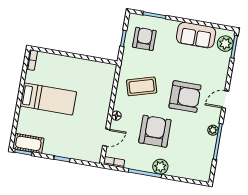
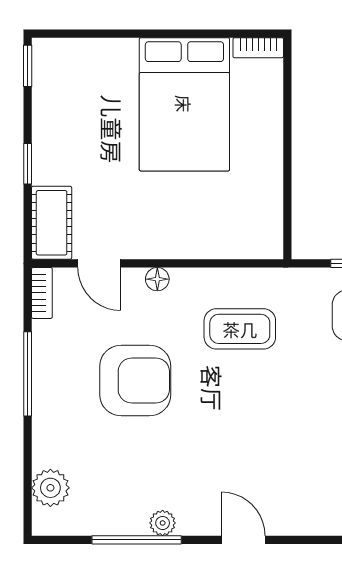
coffee table: (142, 86) -> (240, 329), turned -74
armchair: (185, 97) -> (233, 440), removed
bed: (48, 99) -> (184, 104), width x1.50
cot: (28, 143) -> (52, 223), moved
plant: (160, 167) -> (50, 488), moved

